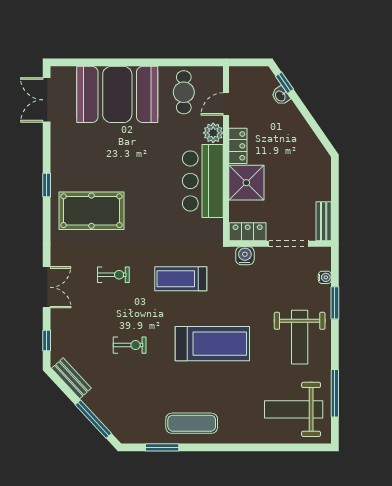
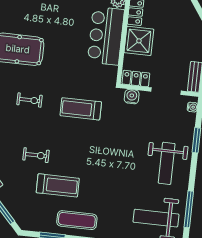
water cooler: (325, 277) -> (192, 107), moved
treadmill: (212, 344) -> (58, 185), moved, width x0.73, depth x0.73

